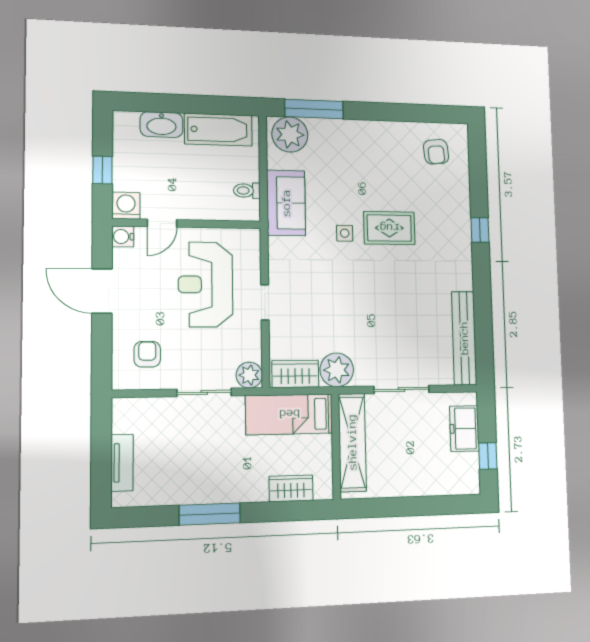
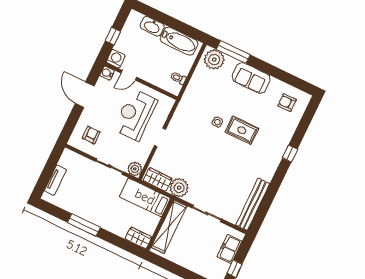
armchair: (436, 152) -> (287, 103), turned 96
sofa: (286, 203) -> (251, 78), moved, turned 90
wardrobe: (291, 488) -> (138, 238), moved

